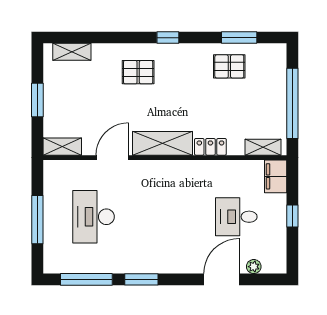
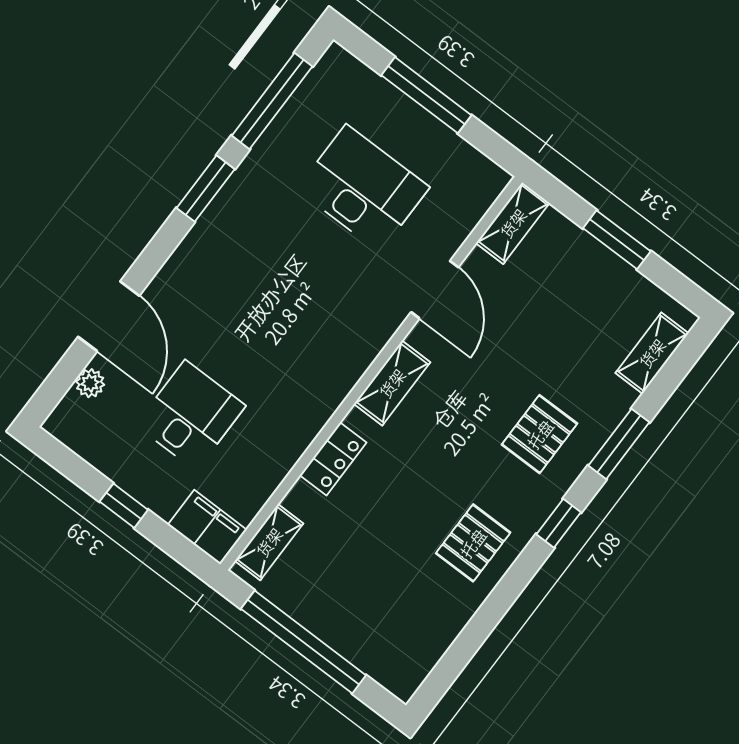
window: (239, 38) -> (619, 444), moved
pallet: (229, 66) -> (473, 543), moved
shelving: (162, 143) -> (392, 383), width x0.67, depth x0.75

